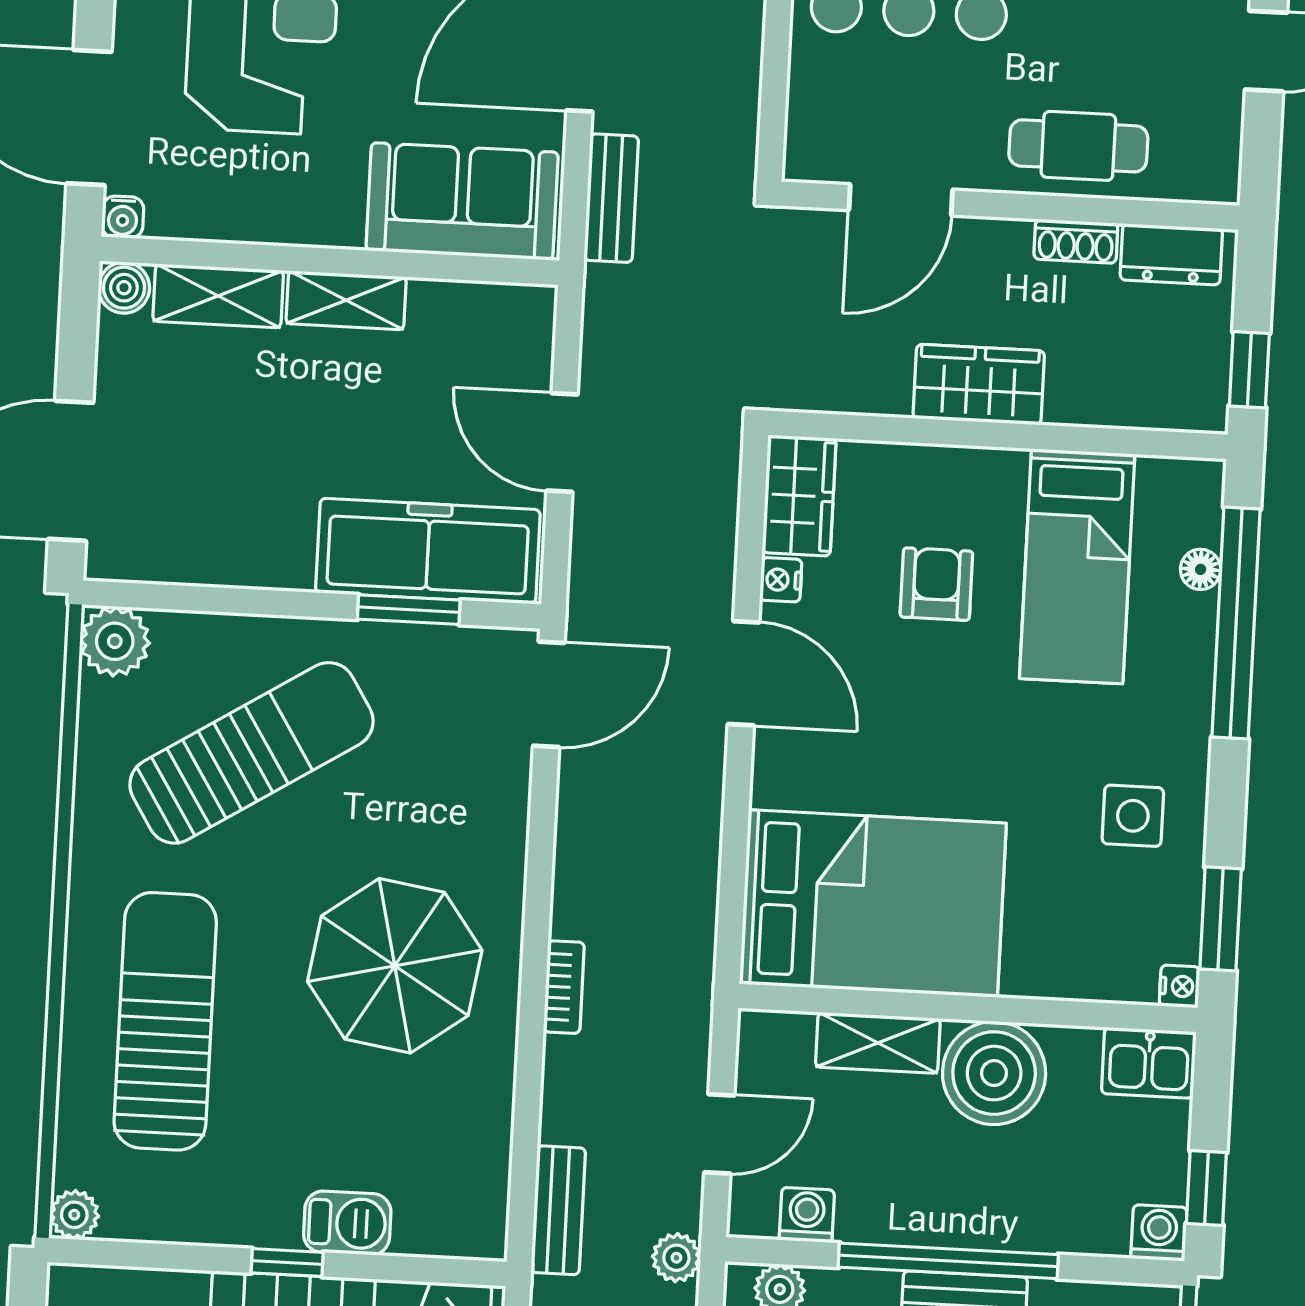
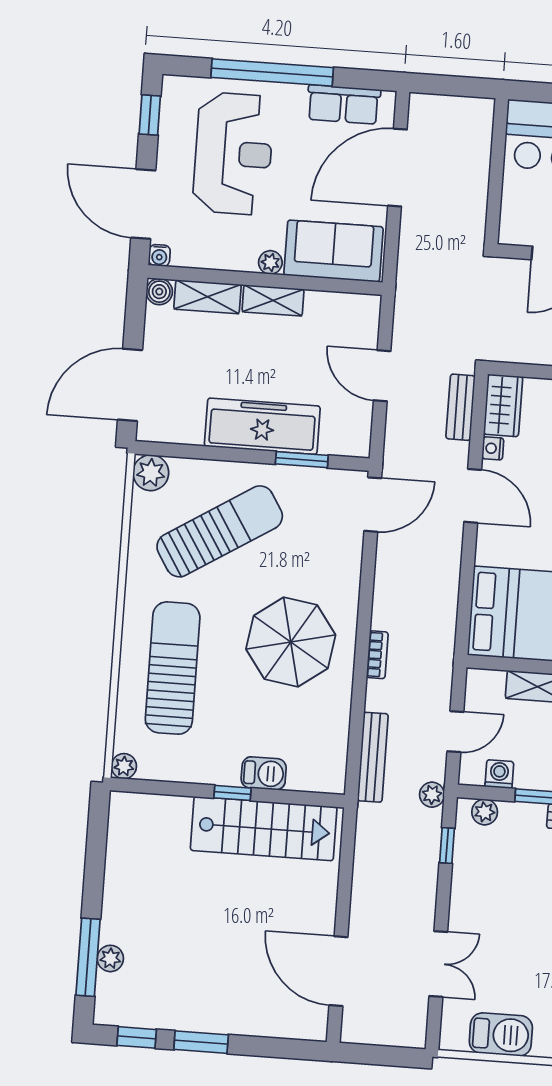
bench: (611, 198) -> (461, 407), moved
plant: (339, 226) -> (270, 262), added
freezer: (428, 551) -> (262, 426), moved
bench: (558, 1210) -> (373, 757), width x1.36

